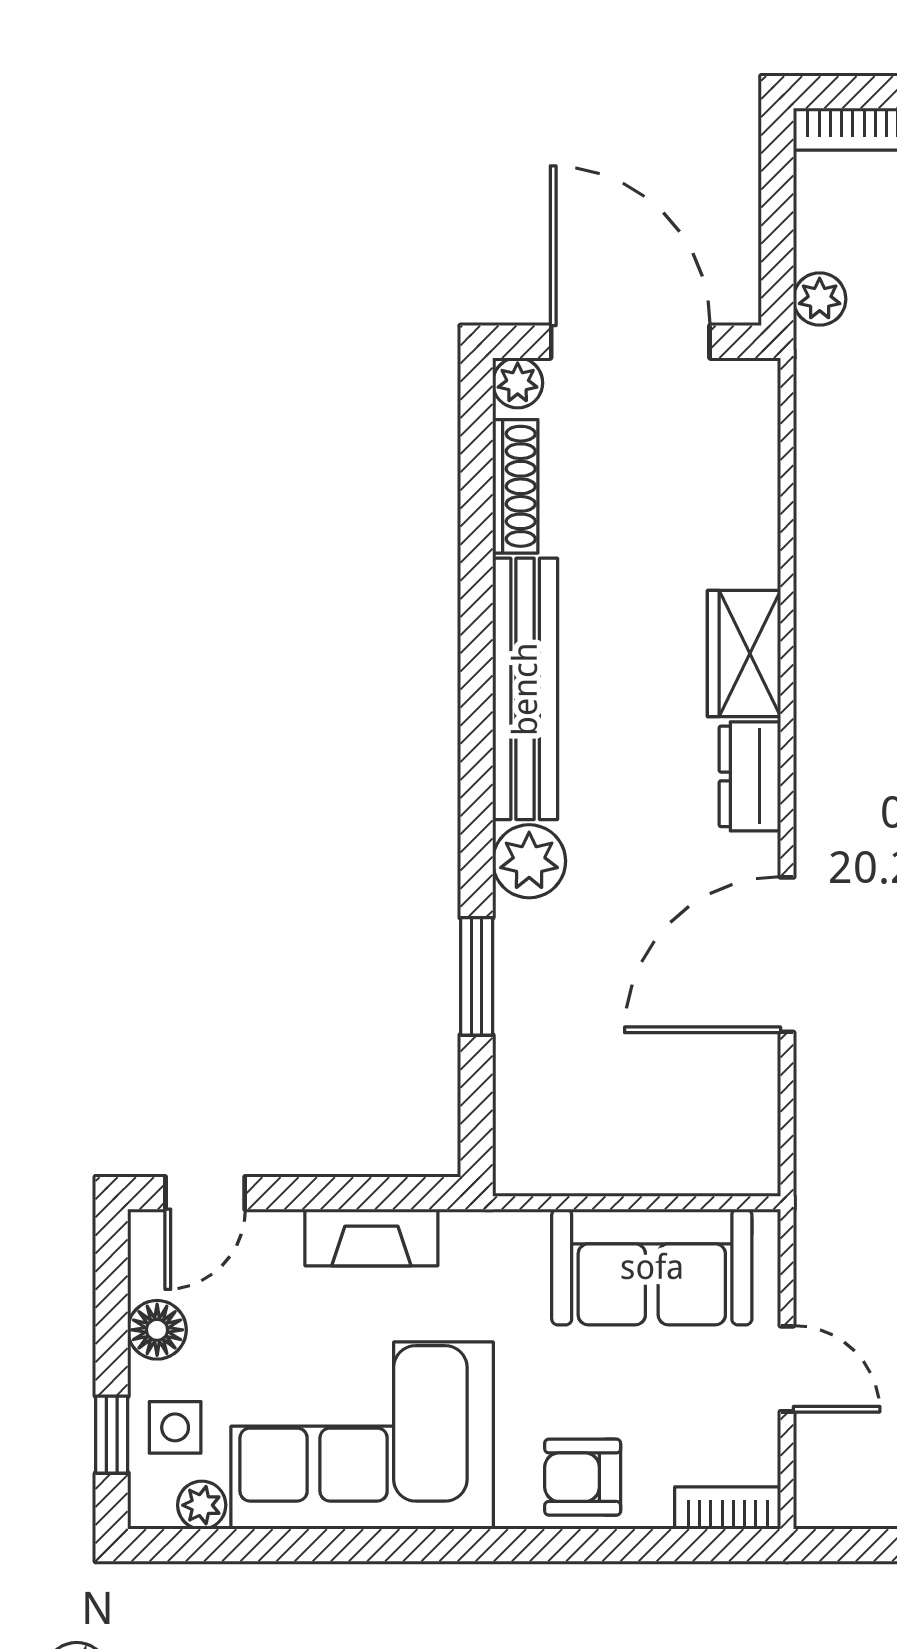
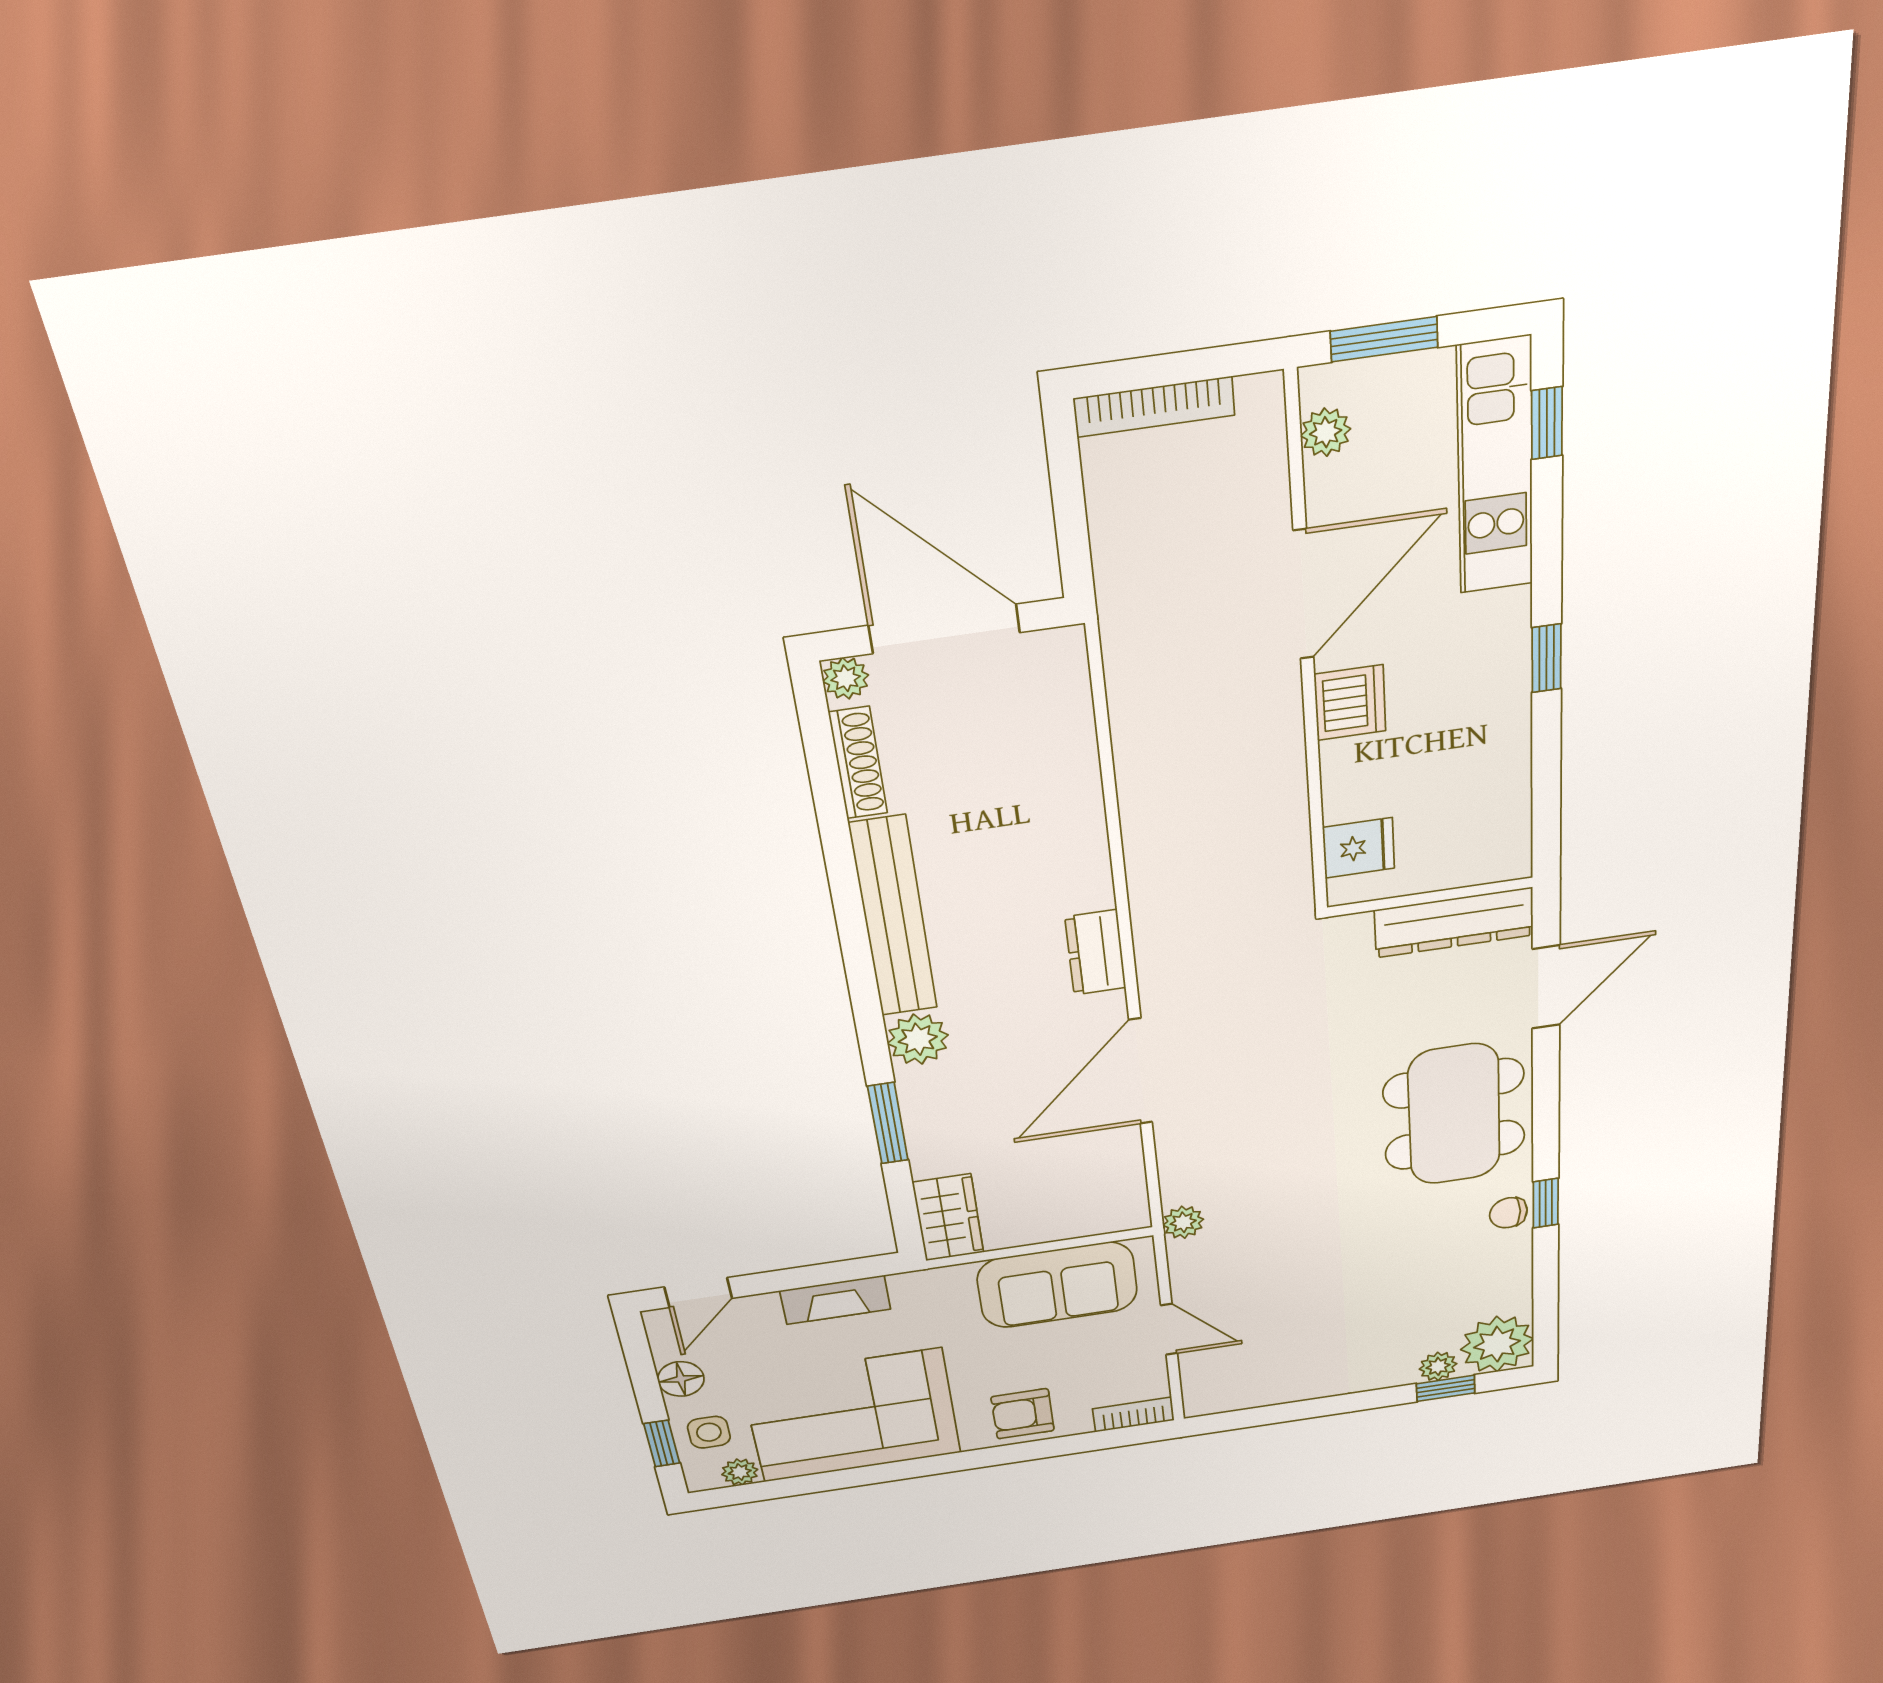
plant: (820, 299) -> (1183, 1222), moved
wardrobe: (744, 654) -> (948, 1218), moved, turned 180

